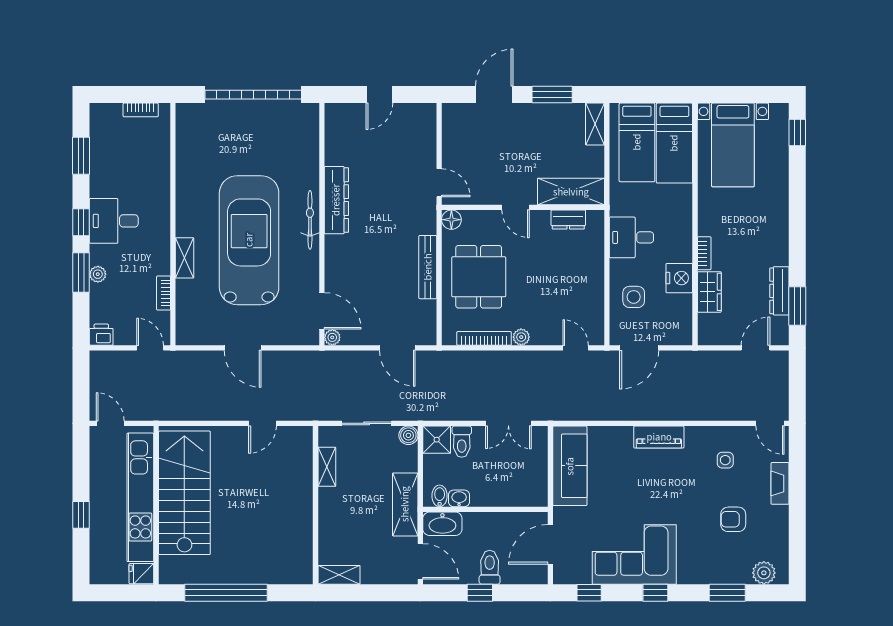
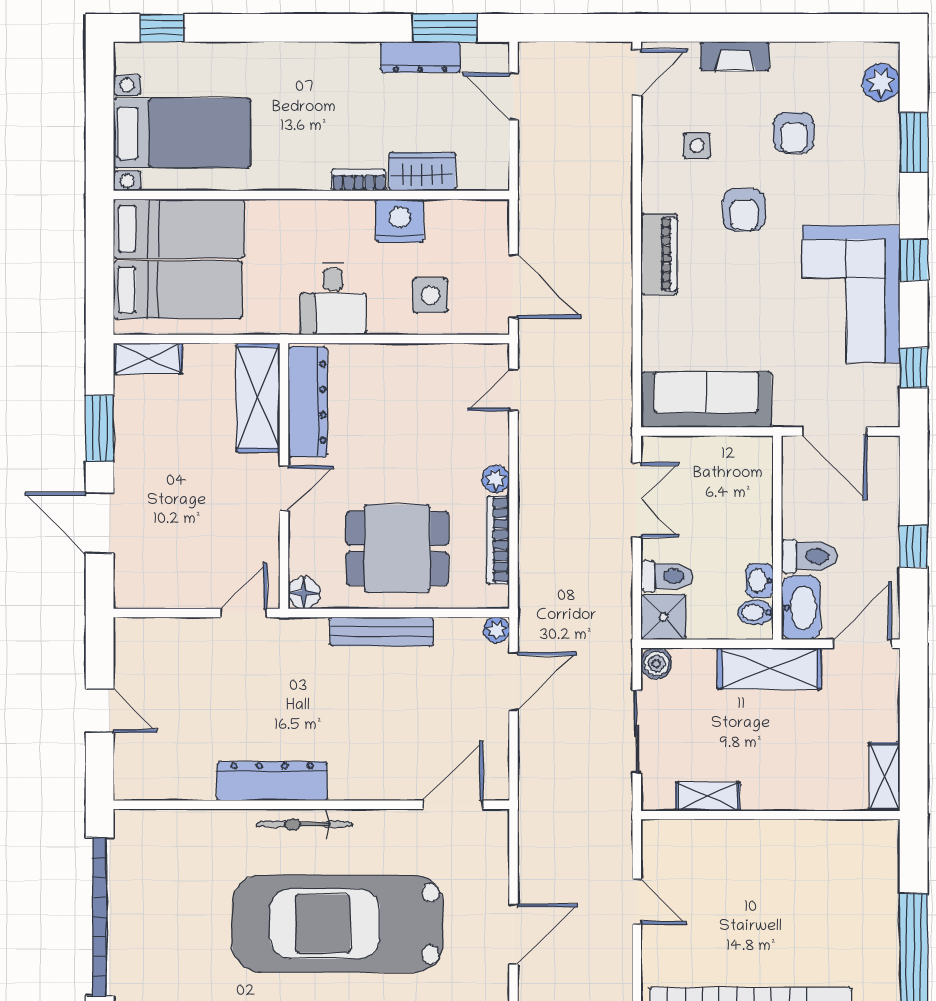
dresser: (568, 220) -> (308, 402), width x1.96, depth x1.24
plant: (332, 337) -> (496, 630), moved
armchair: (686, 489) -> (744, 210), added
toilet: (490, 567) -> (809, 556), moved, turned 180

